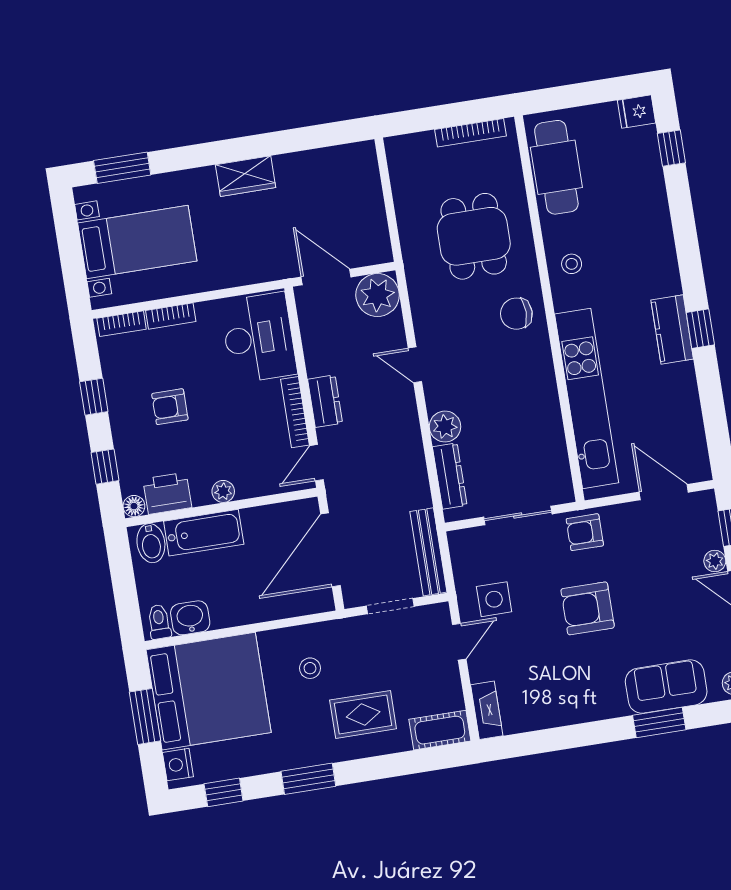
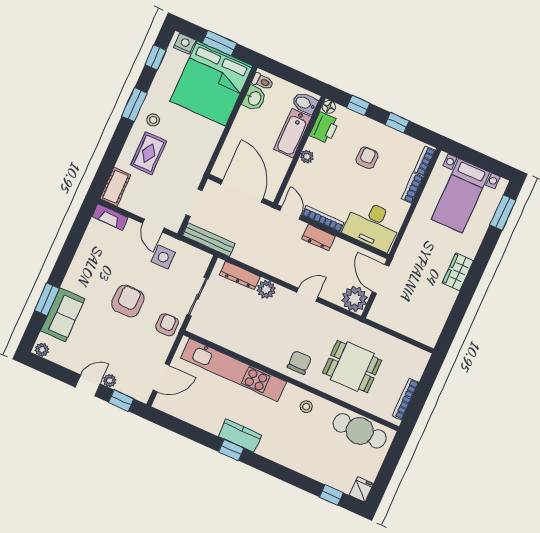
door: (326, 277) -> (381, 279), swing flipped
stool: (310, 668) -> (153, 120), moved

